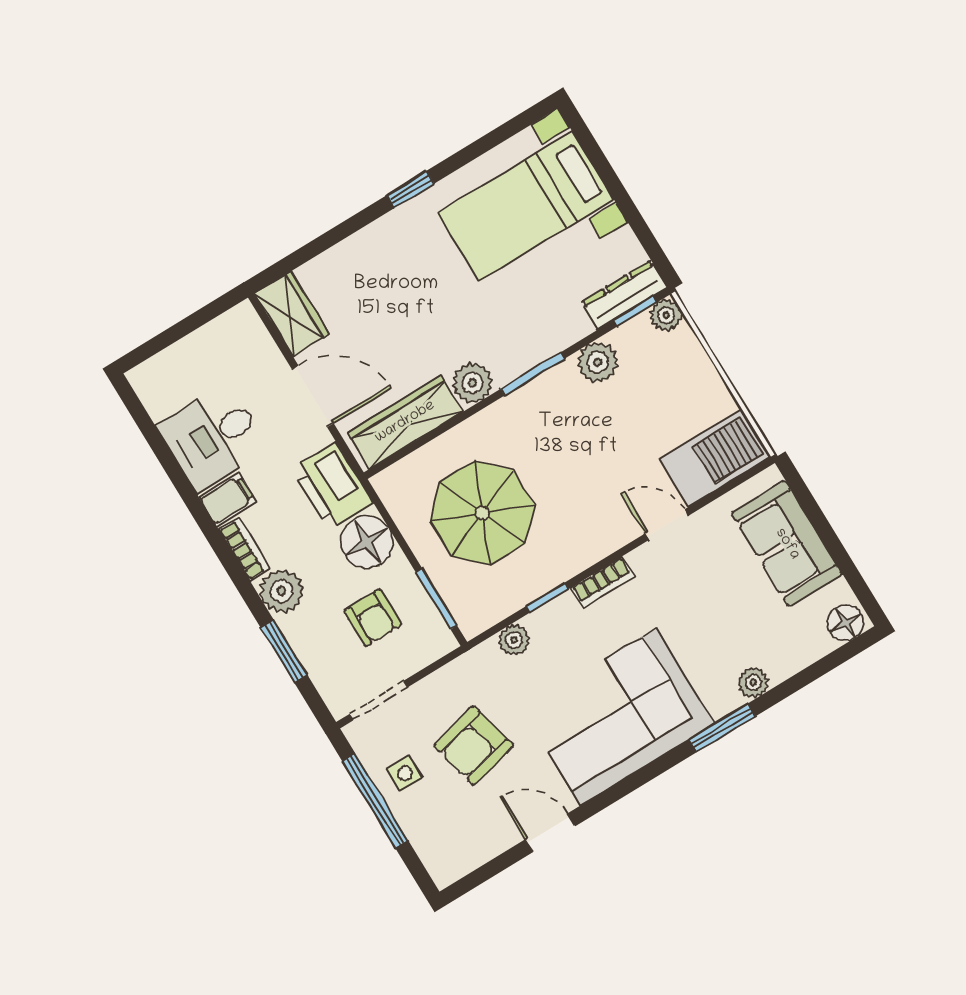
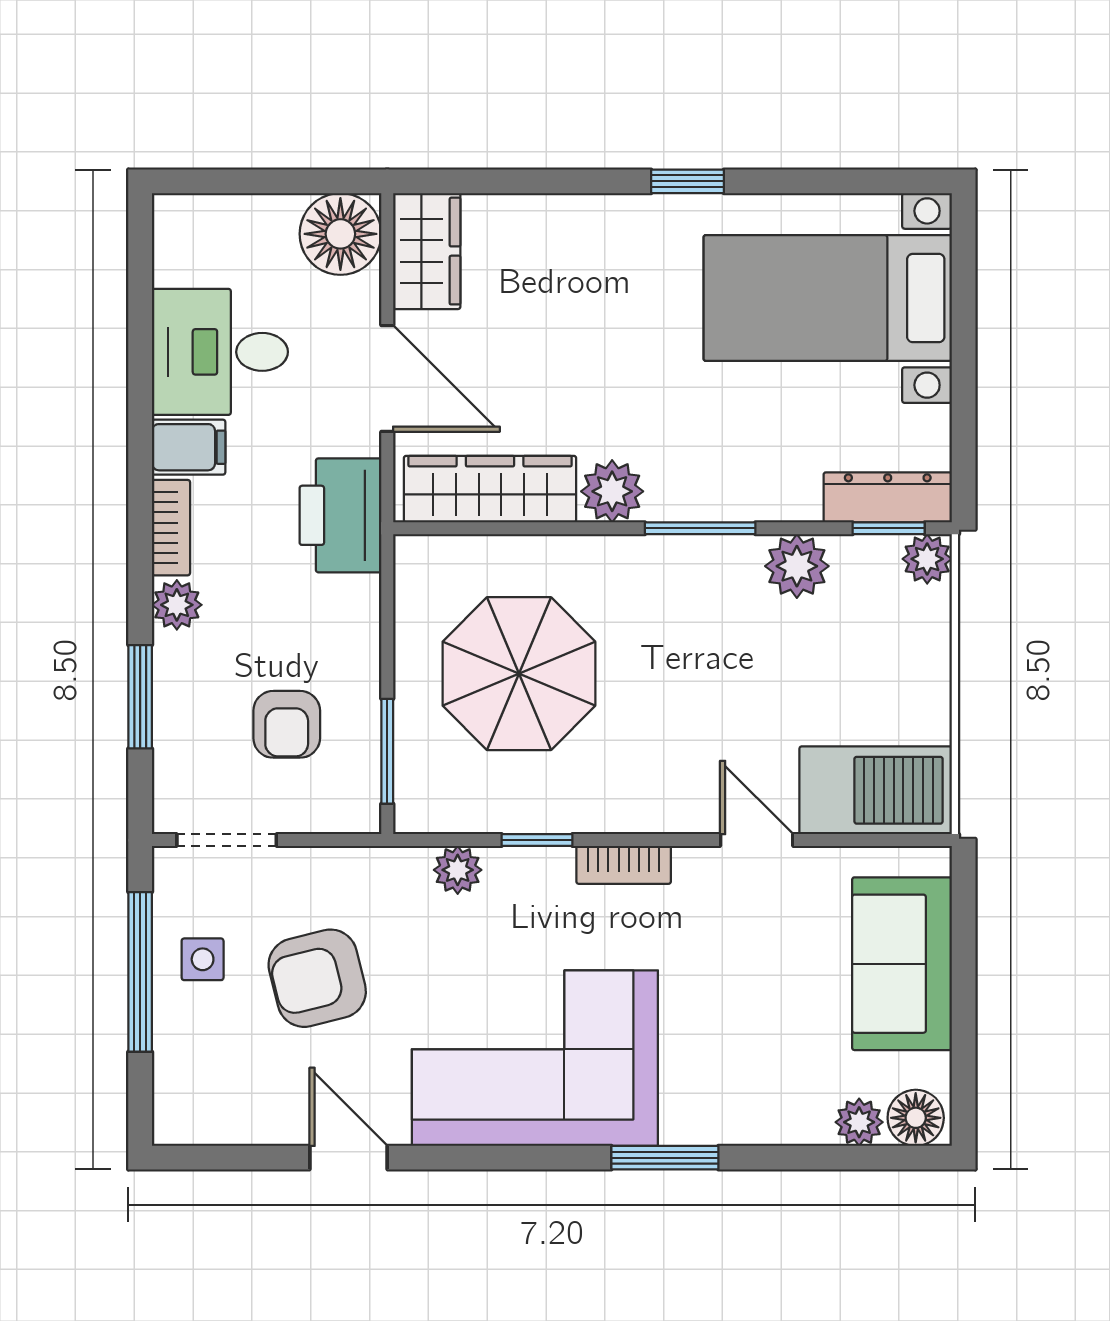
floor lamp: (367, 542) -> (340, 234), moved
plant: (282, 591) -> (177, 605), width x0.73, depth x0.73
plant: (753, 682) -> (859, 1122), moved

